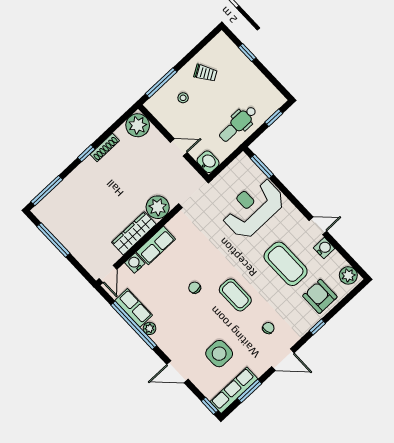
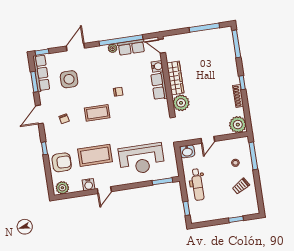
dental chair: (238, 124) -> (197, 185), turned 180
reception desk: (253, 208) -> (142, 159), turned 90

